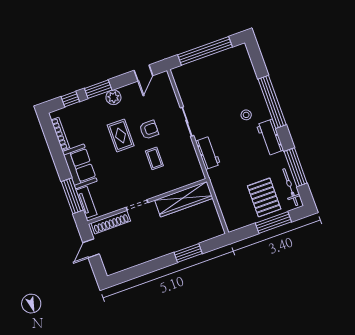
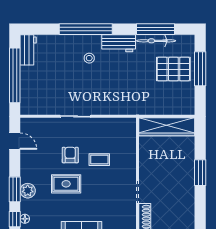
plant: (113, 97) -> (28, 191), moved
floor lamp: (74, 108) -> (25, 219), added
workbench: (208, 153) -> (28, 50), moved, turned 90
bicycle: (290, 187) -> (156, 41), moved
wardrobe: (184, 199) -> (167, 127), moved, turned 90
window: (188, 253) -> (200, 173), moved

